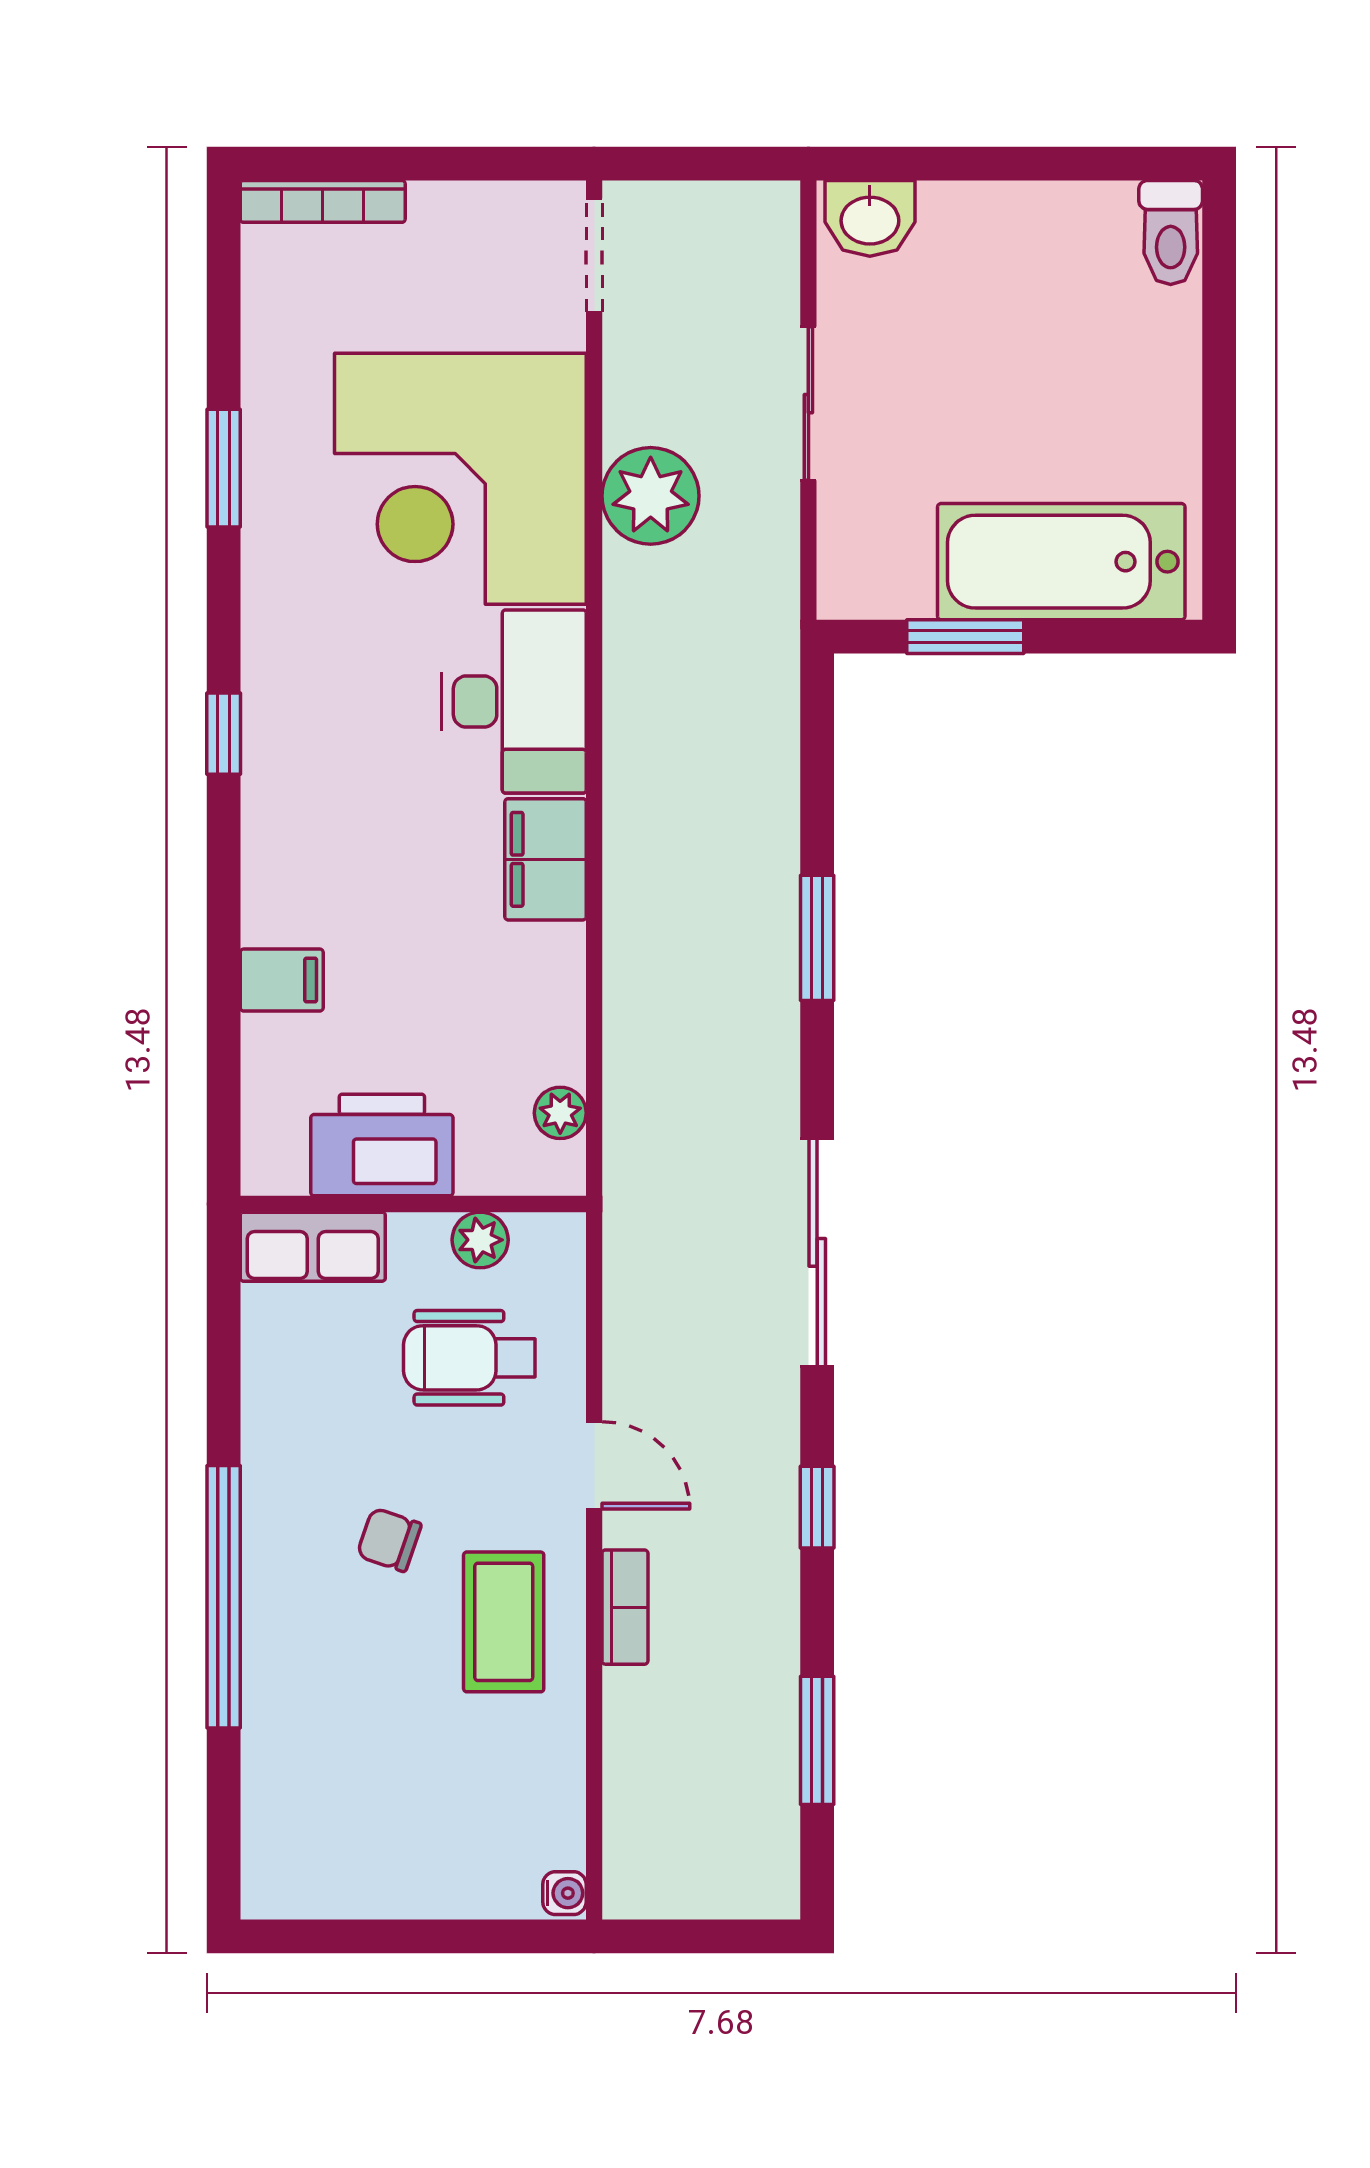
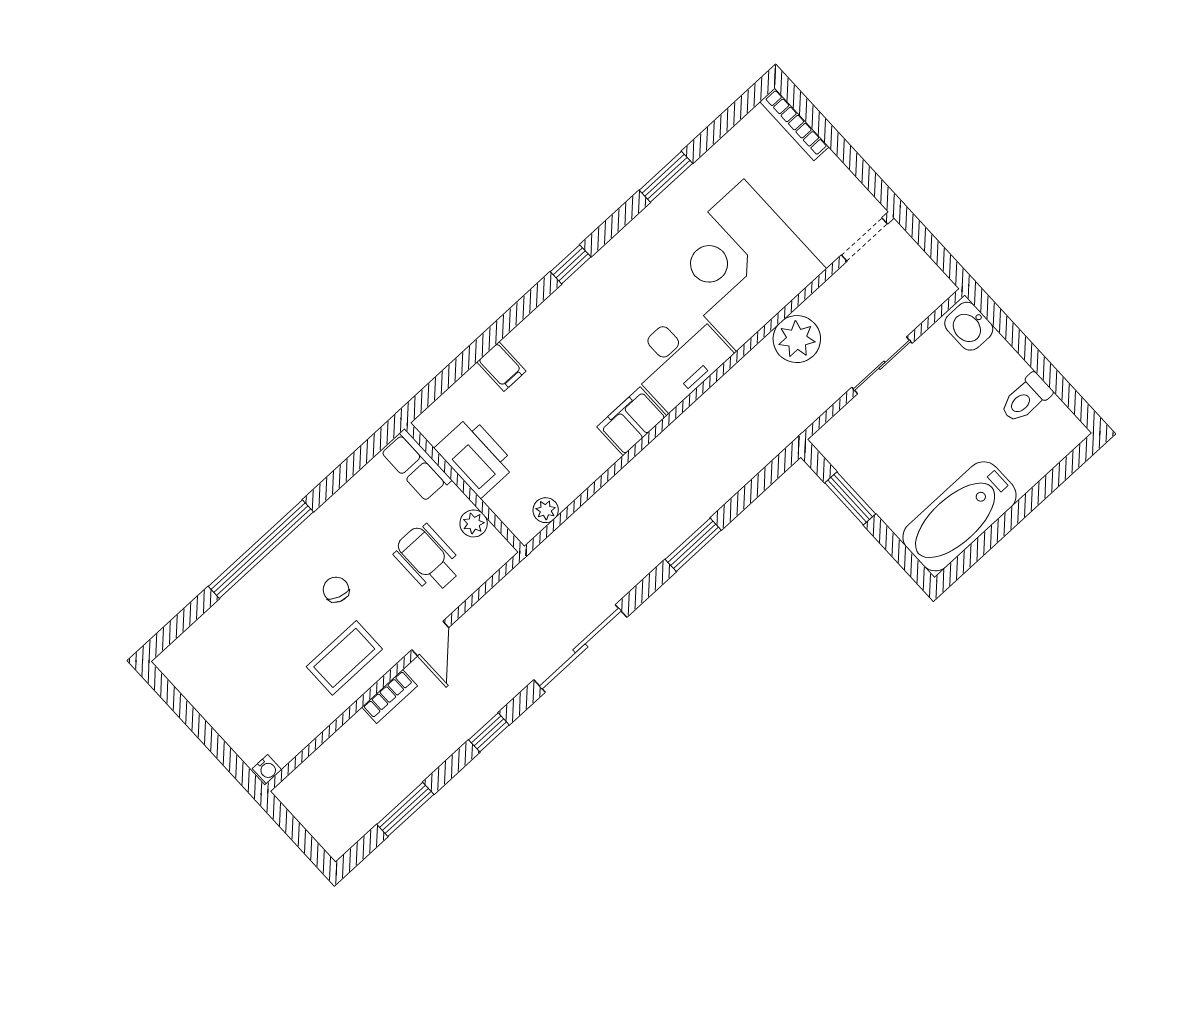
toilet: (1171, 233) -> (1026, 398), moved
bathtub: (1061, 562) -> (960, 516), moved, turned -90

